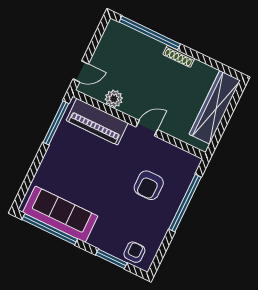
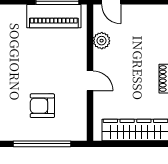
piano: (97, 122) -> (54, 16), moved, turned -90

